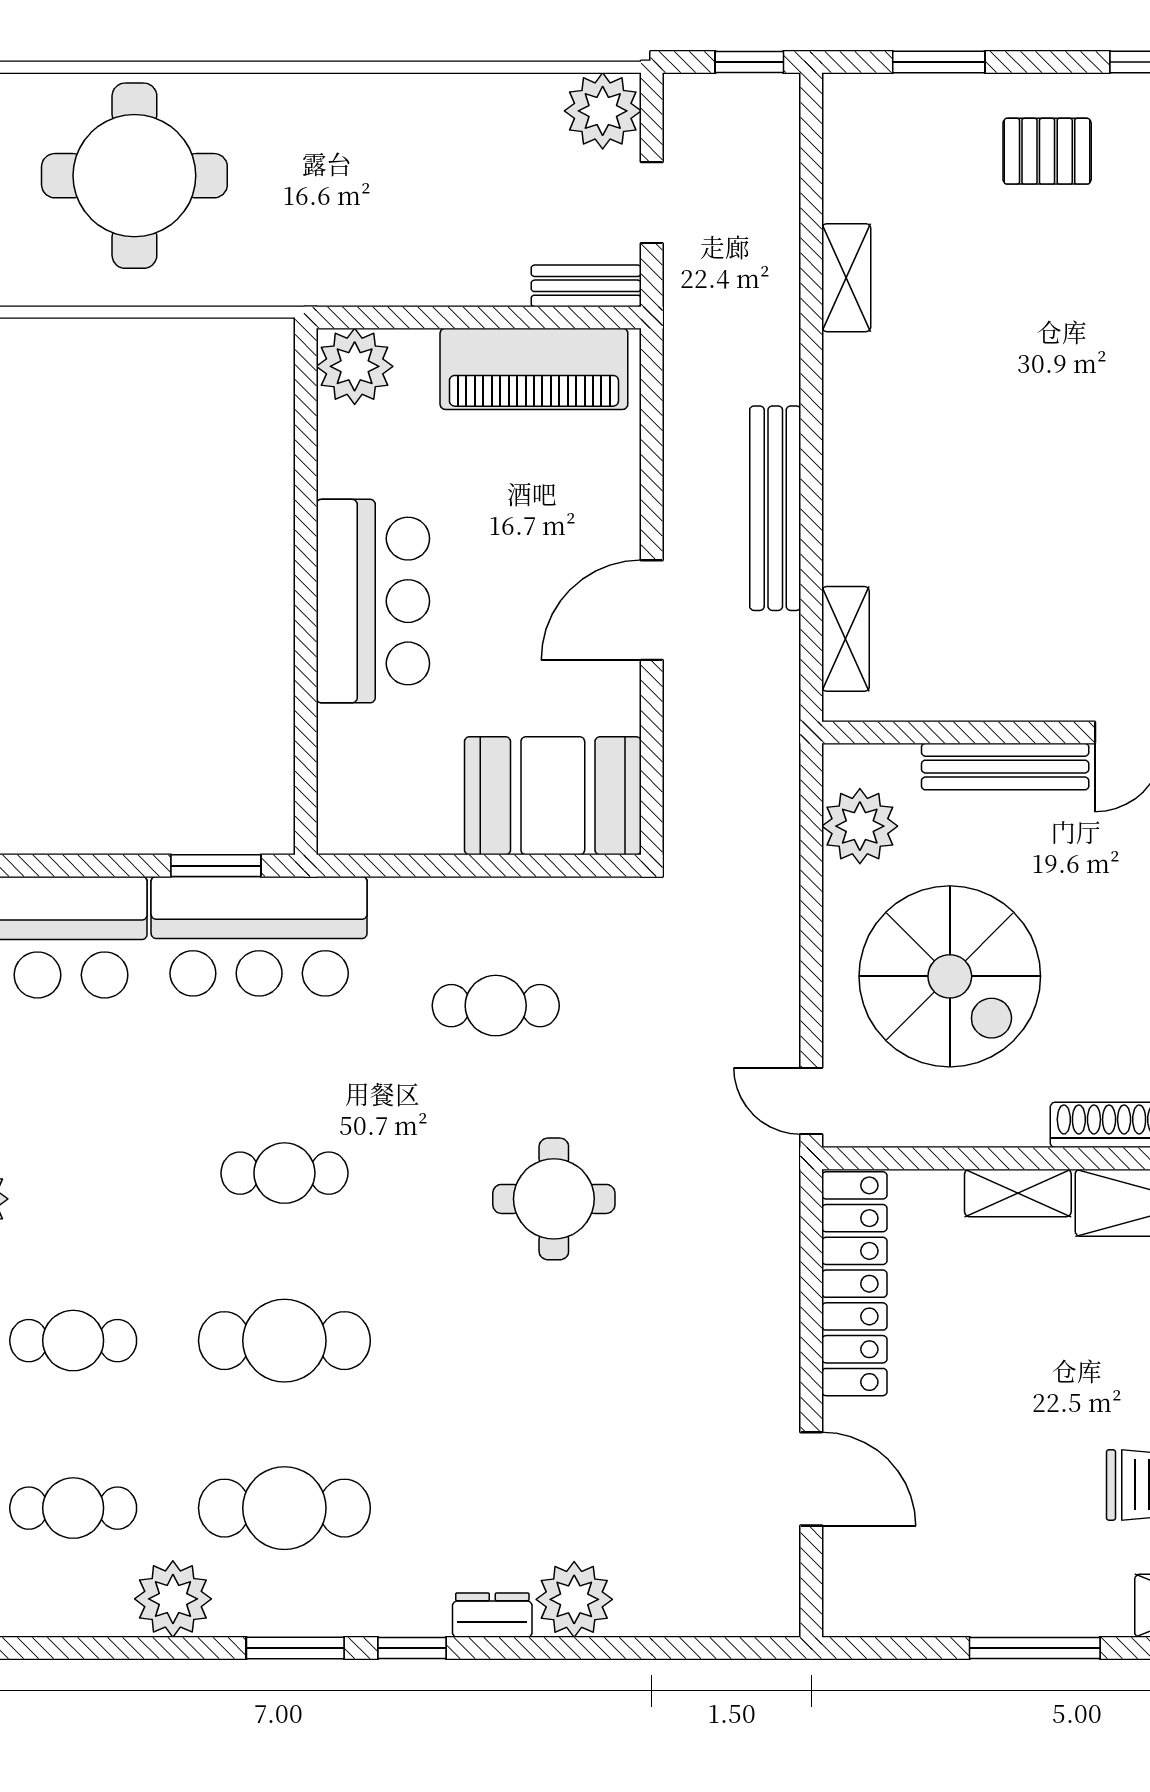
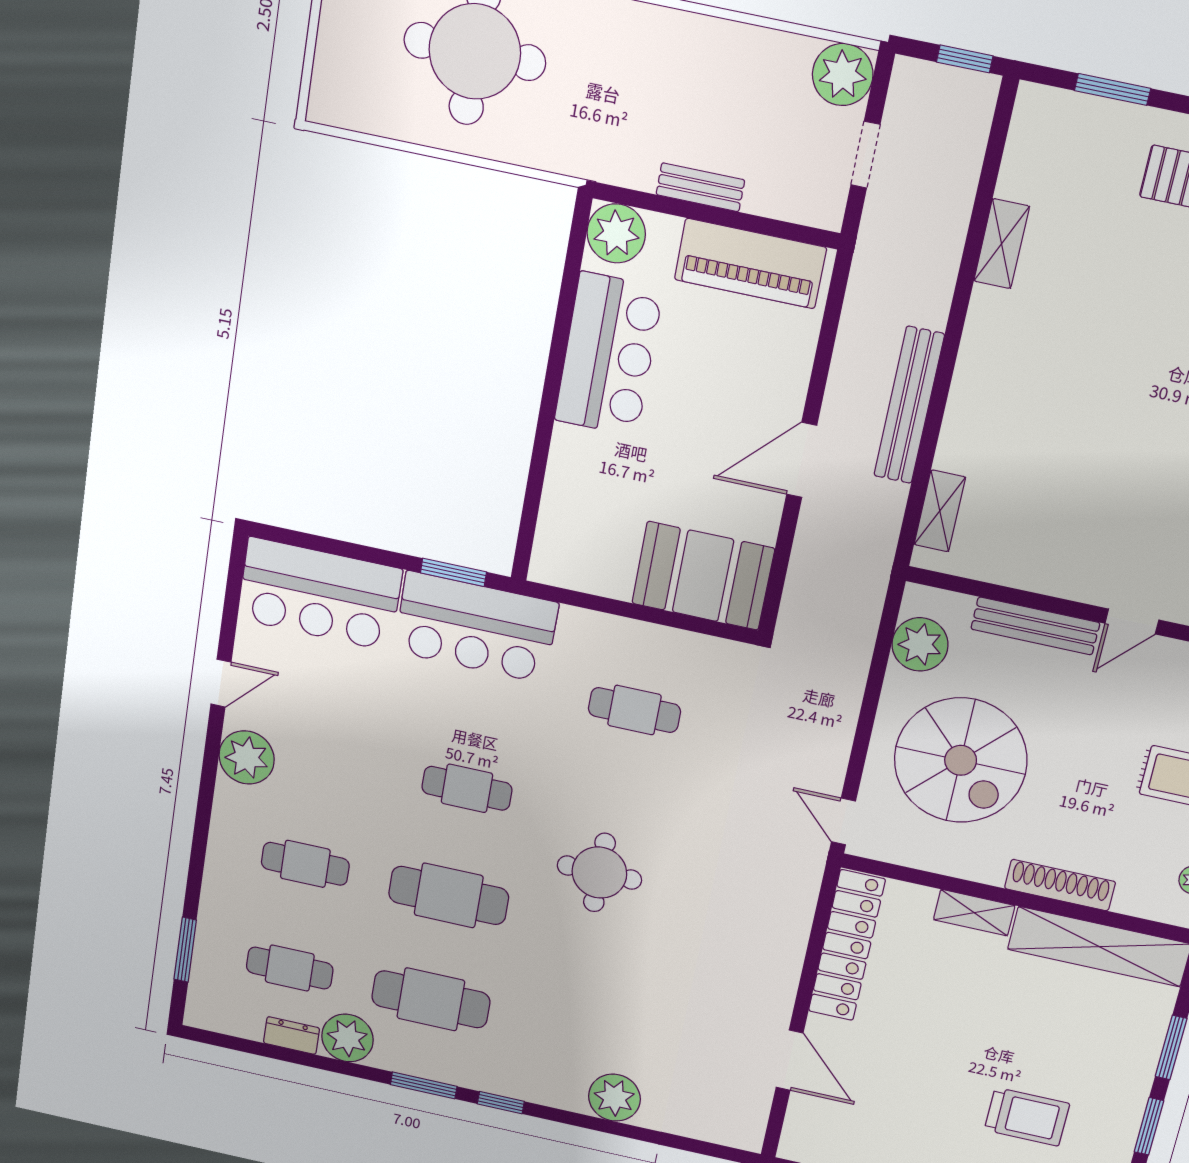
bench: (586, 286) -> (700, 187), moved
bar counter: (373, 601) -> (609, 354), moved
round table: (554, 1199) -> (599, 873), moved
dresser: (492, 1615) -> (292, 1036), moved

